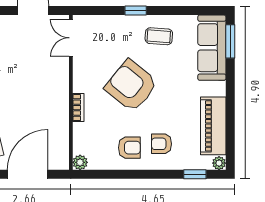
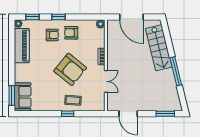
coffee table: (159, 36) -> (73, 100), moved
double door: (71, 38) -> (106, 81), moved
sofa: (212, 48) -> (23, 97), width x0.73
door: (28, 174) -> (131, 17), hinge flipped
window: (151, 174) -> (58, 17), added

